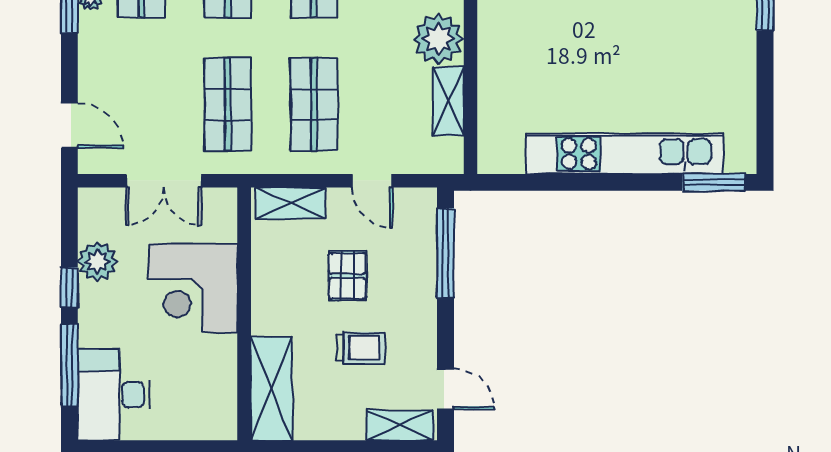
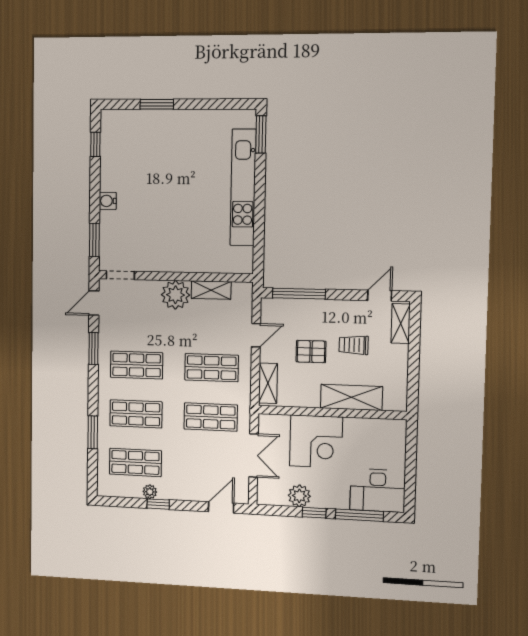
trolley: (361, 348) -> (354, 345), turned -90
shelving: (271, 389) -> (351, 397), moved

